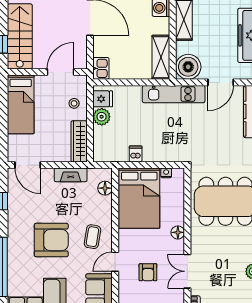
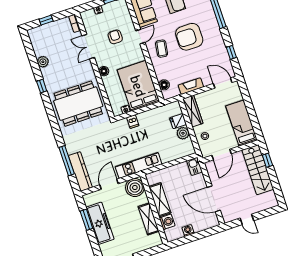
shelving: (161, 57) -> (160, 200), moved
fridge: (103, 99) -> (178, 121), moved
dishwasher: (136, 154) -> (133, 122), moved
double door: (187, 271) -> (88, 47), swing flipped

